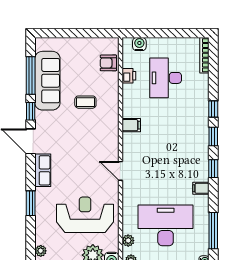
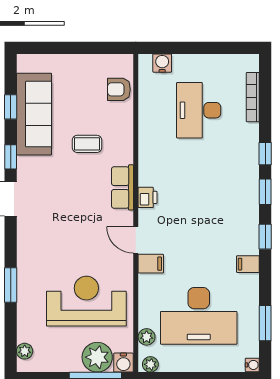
bookcase: (204, 55) -> (253, 97), moved
window: (31, 76) -> (11, 107), width x0.46
printer: (129, 76) -> (148, 197), moved
filing cabinet: (131, 125) -> (151, 264), moved
row of seats: (43, 170) -> (123, 187), moved, turned 180
desk: (166, 225) -> (199, 316), turned 180
window: (213, 231) -> (265, 323), width x0.69

